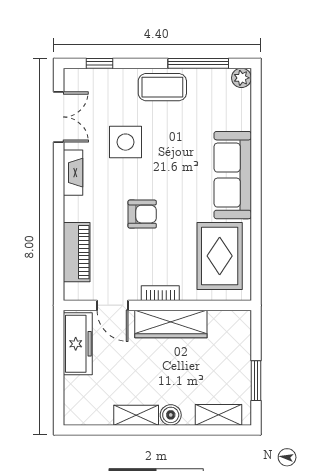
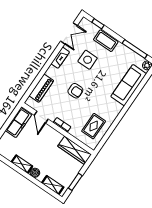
coffee table: (162, 87) -> (106, 41), moved
sofa: (233, 175) -> (129, 85), moved
rug: (220, 256) -> (94, 126), width x0.73, depth x0.70
wardrobe: (171, 324) -> (75, 150), moved

